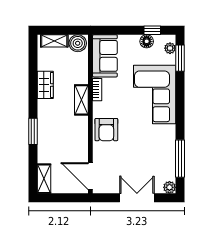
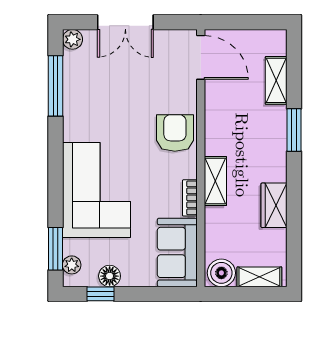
shelving: (44, 179) -> (276, 80), moved

